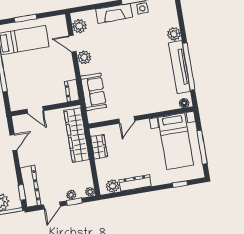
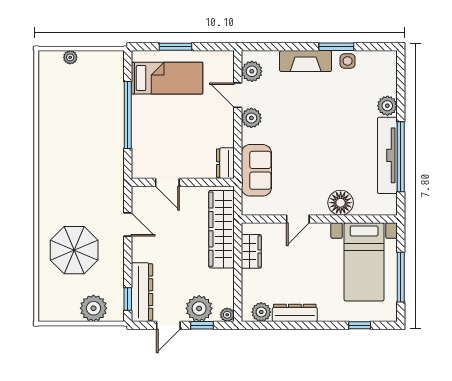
floor lamp: (184, 103) -> (341, 203), moved, width x1.89, depth x1.89
door: (13, 142) -> (128, 224), hinge flipped
plant: (71, 195) -> (199, 308), width x1.88, depth x1.88

